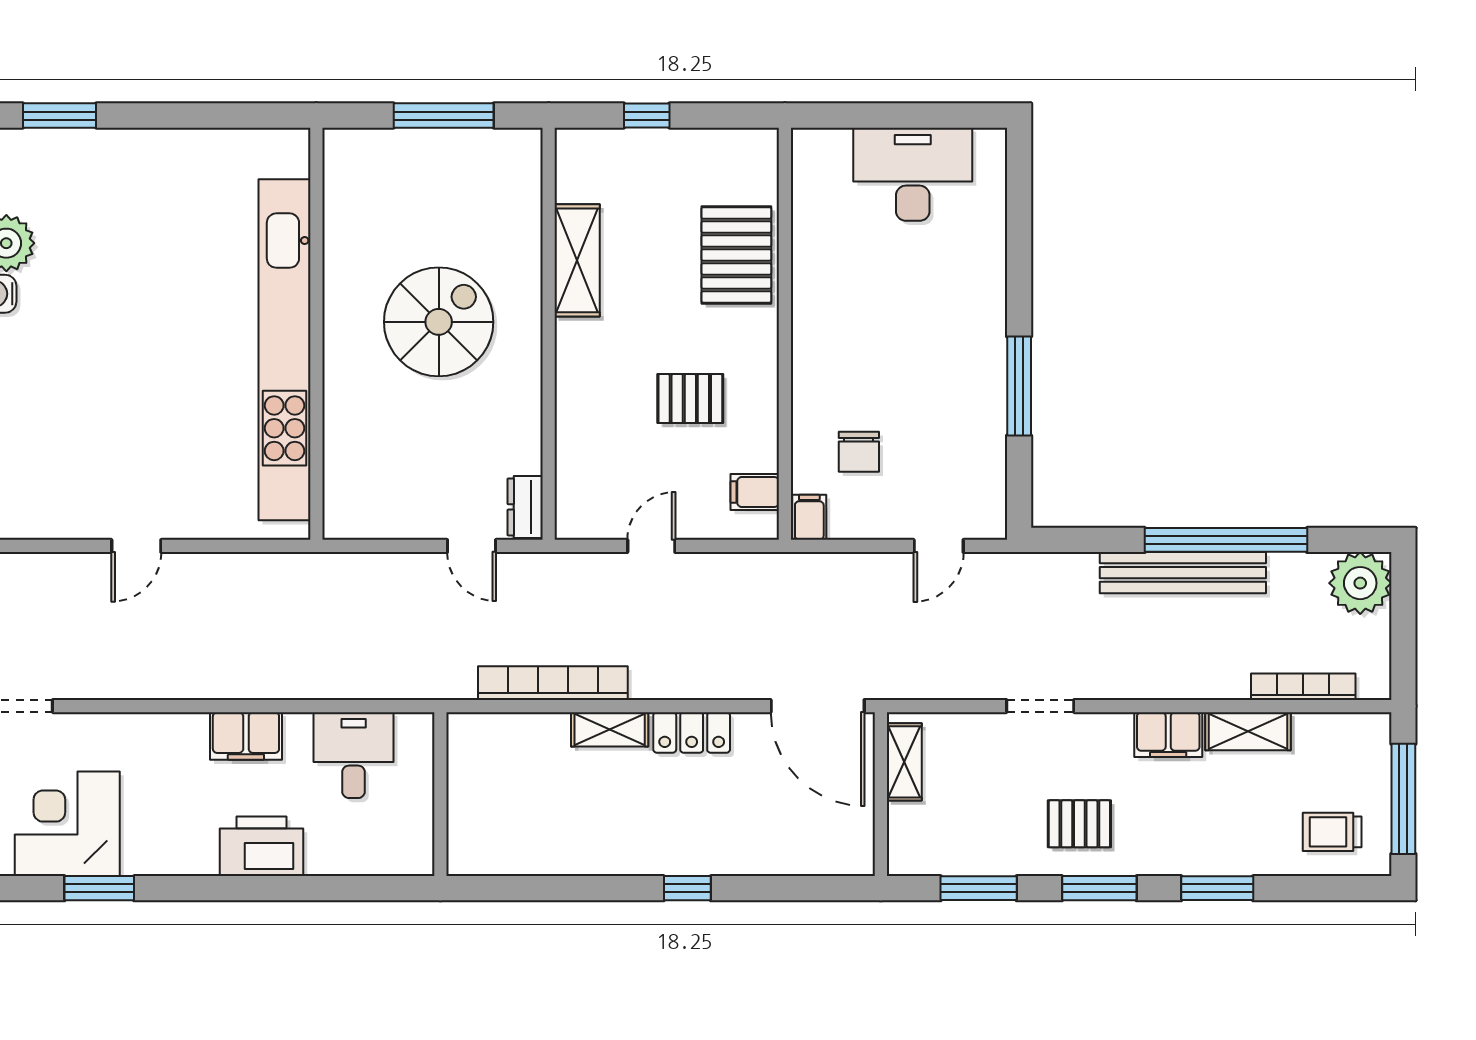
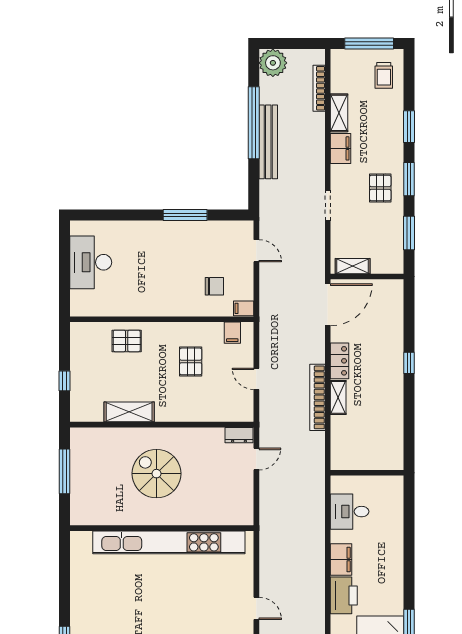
pallet: (736, 255) -> (127, 341), width x0.67, depth x0.71
bookcase: (553, 683) -> (317, 397), moved
printer: (261, 846) -> (344, 595), moved, turned 180

